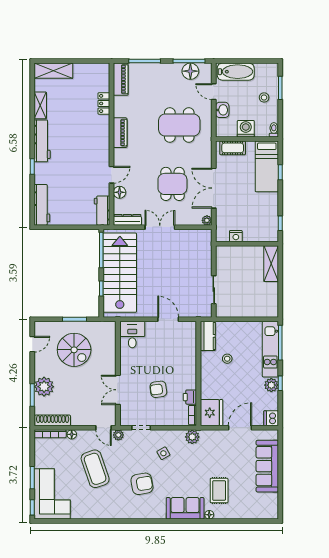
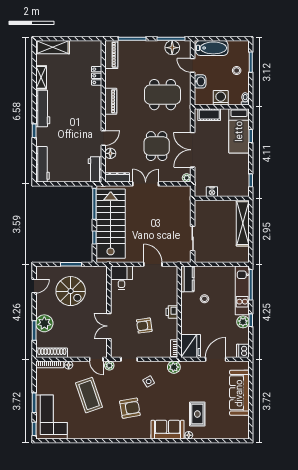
shelving: (271, 264) -> (243, 223), width x1.47
printer: (190, 397) -> (172, 312), moved

